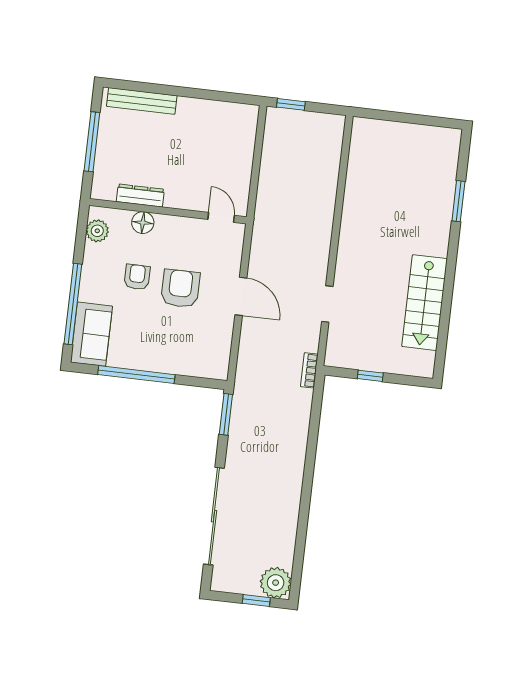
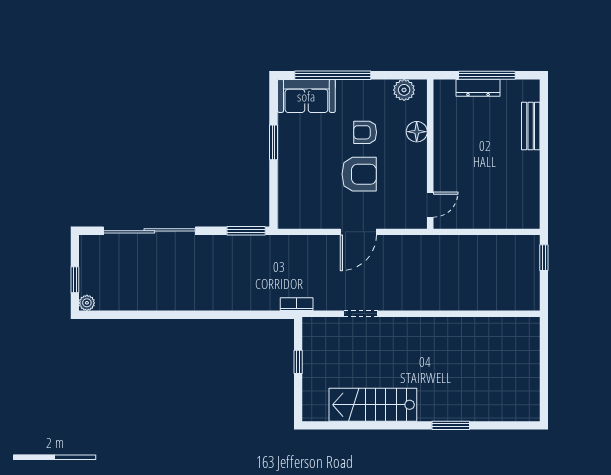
bench: (142, 101) -> (531, 126), width x0.73
dresser: (140, 196) -> (478, 88), moved, turned 90
window: (458, 201) -> (451, 425), moved
armchair: (137, 277) -> (365, 132), turned 180
window: (136, 375) -> (274, 142), width x0.47
plant: (276, 583) -> (87, 303), width x0.53, depth x0.53

